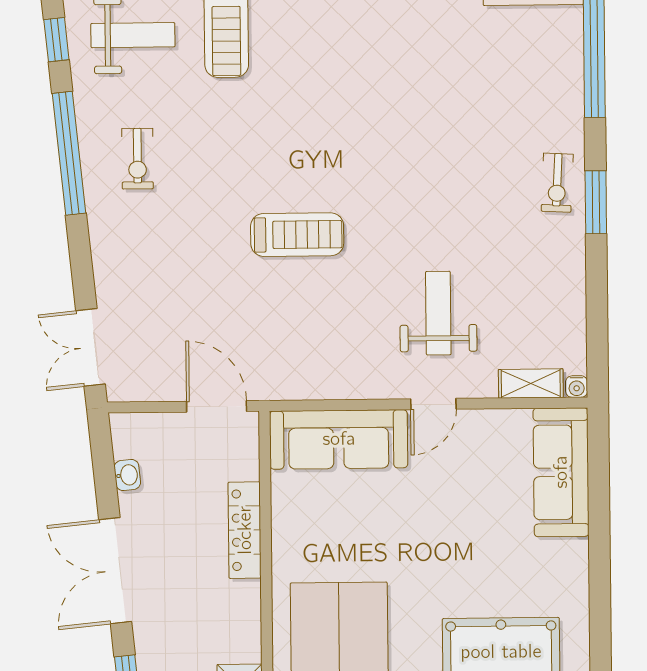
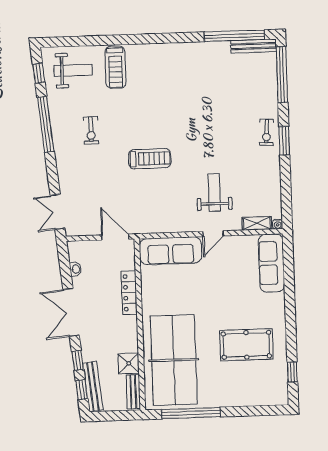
exercise bike: (137, 159) -> (91, 130), moved

